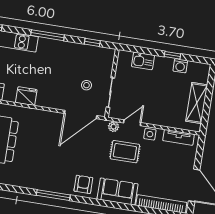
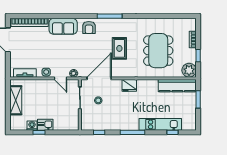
kitchen sink: (143, 61) -> (45, 125), moved
fridge: (26, 96) -> (129, 85), moved
door: (132, 123) -> (60, 78), hinge flipped
rug: (125, 152) -> (119, 48), moved, turned 90

